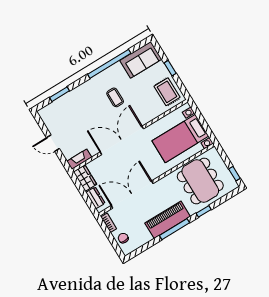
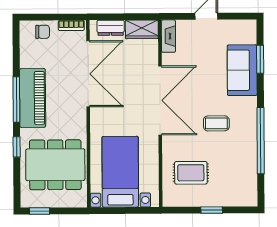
sofa: (141, 60) -> (242, 70), moved
rug: (167, 92) -> (191, 173), moved

